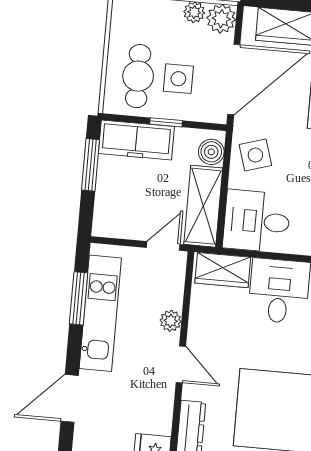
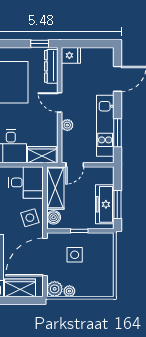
cafe table: (138, 76) -> (96, 254), removed
freezer: (136, 140) -> (105, 204), moved, turned -90

